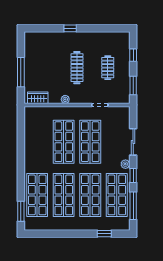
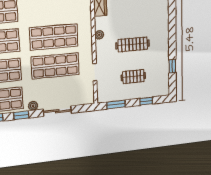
window: (70, 28) -> (172, 66), moved

